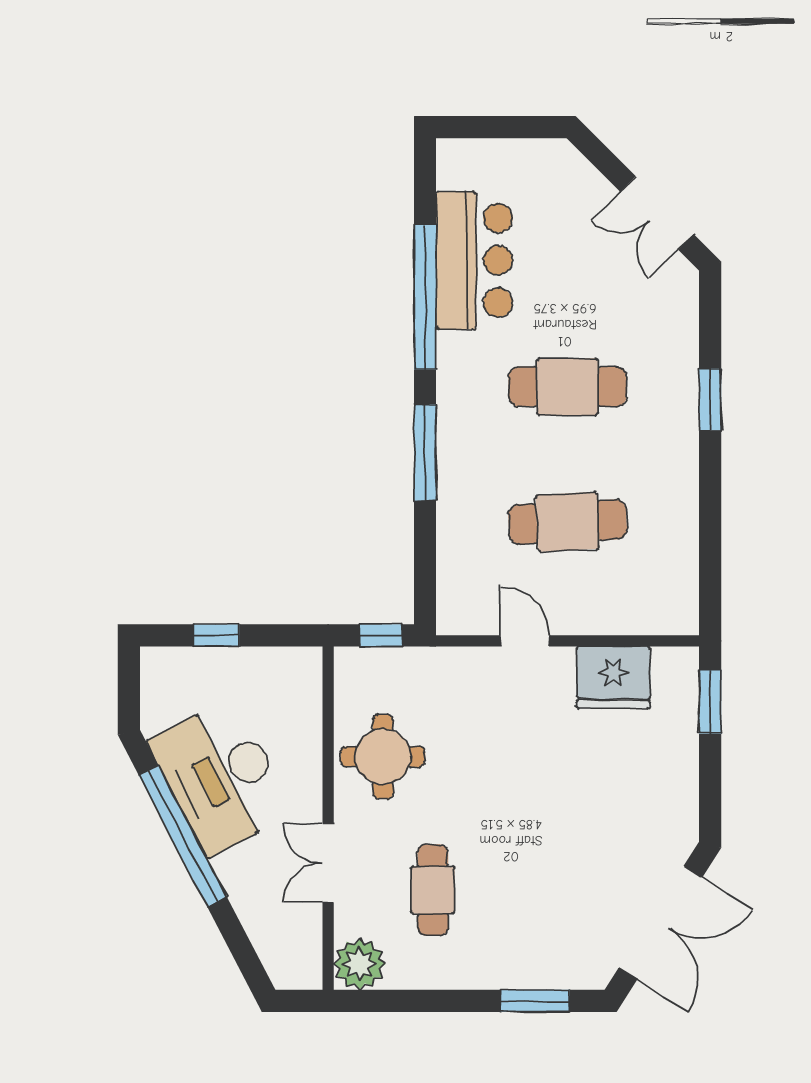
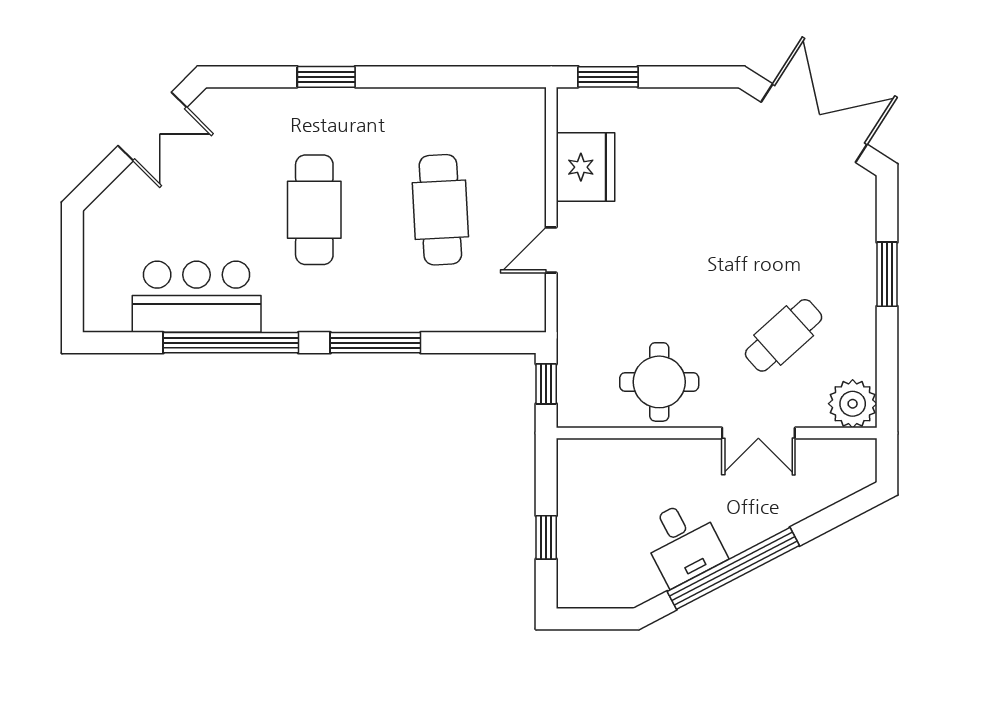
desk: (221, 777) -> (683, 543), width x0.53, depth x0.77
cafe table: (433, 890) -> (784, 335), turned -42
window: (535, 1001) -> (887, 274), moved

